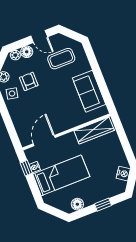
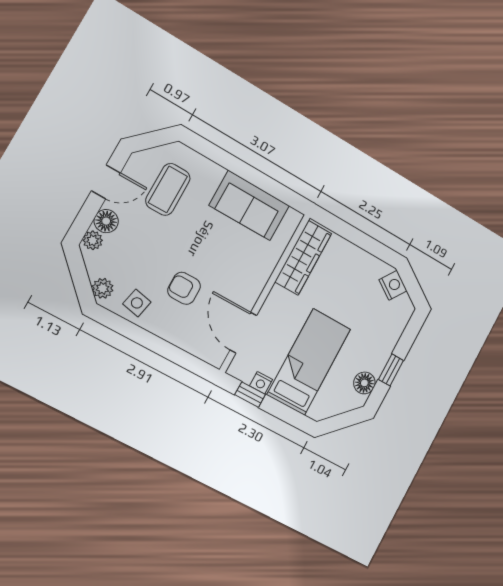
armchair: (29, 81) -> (184, 288), moved
window: (103, 205) -> (391, 370), moved

